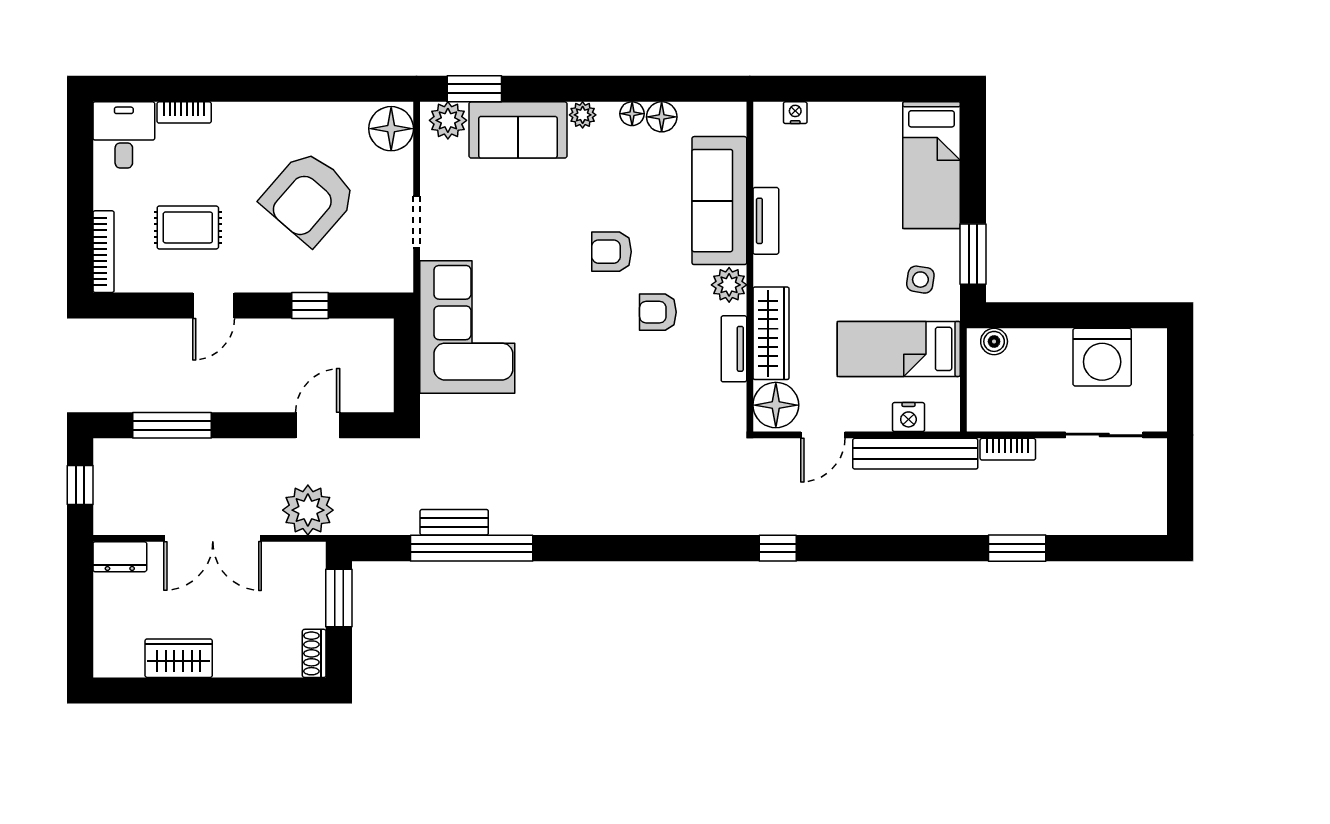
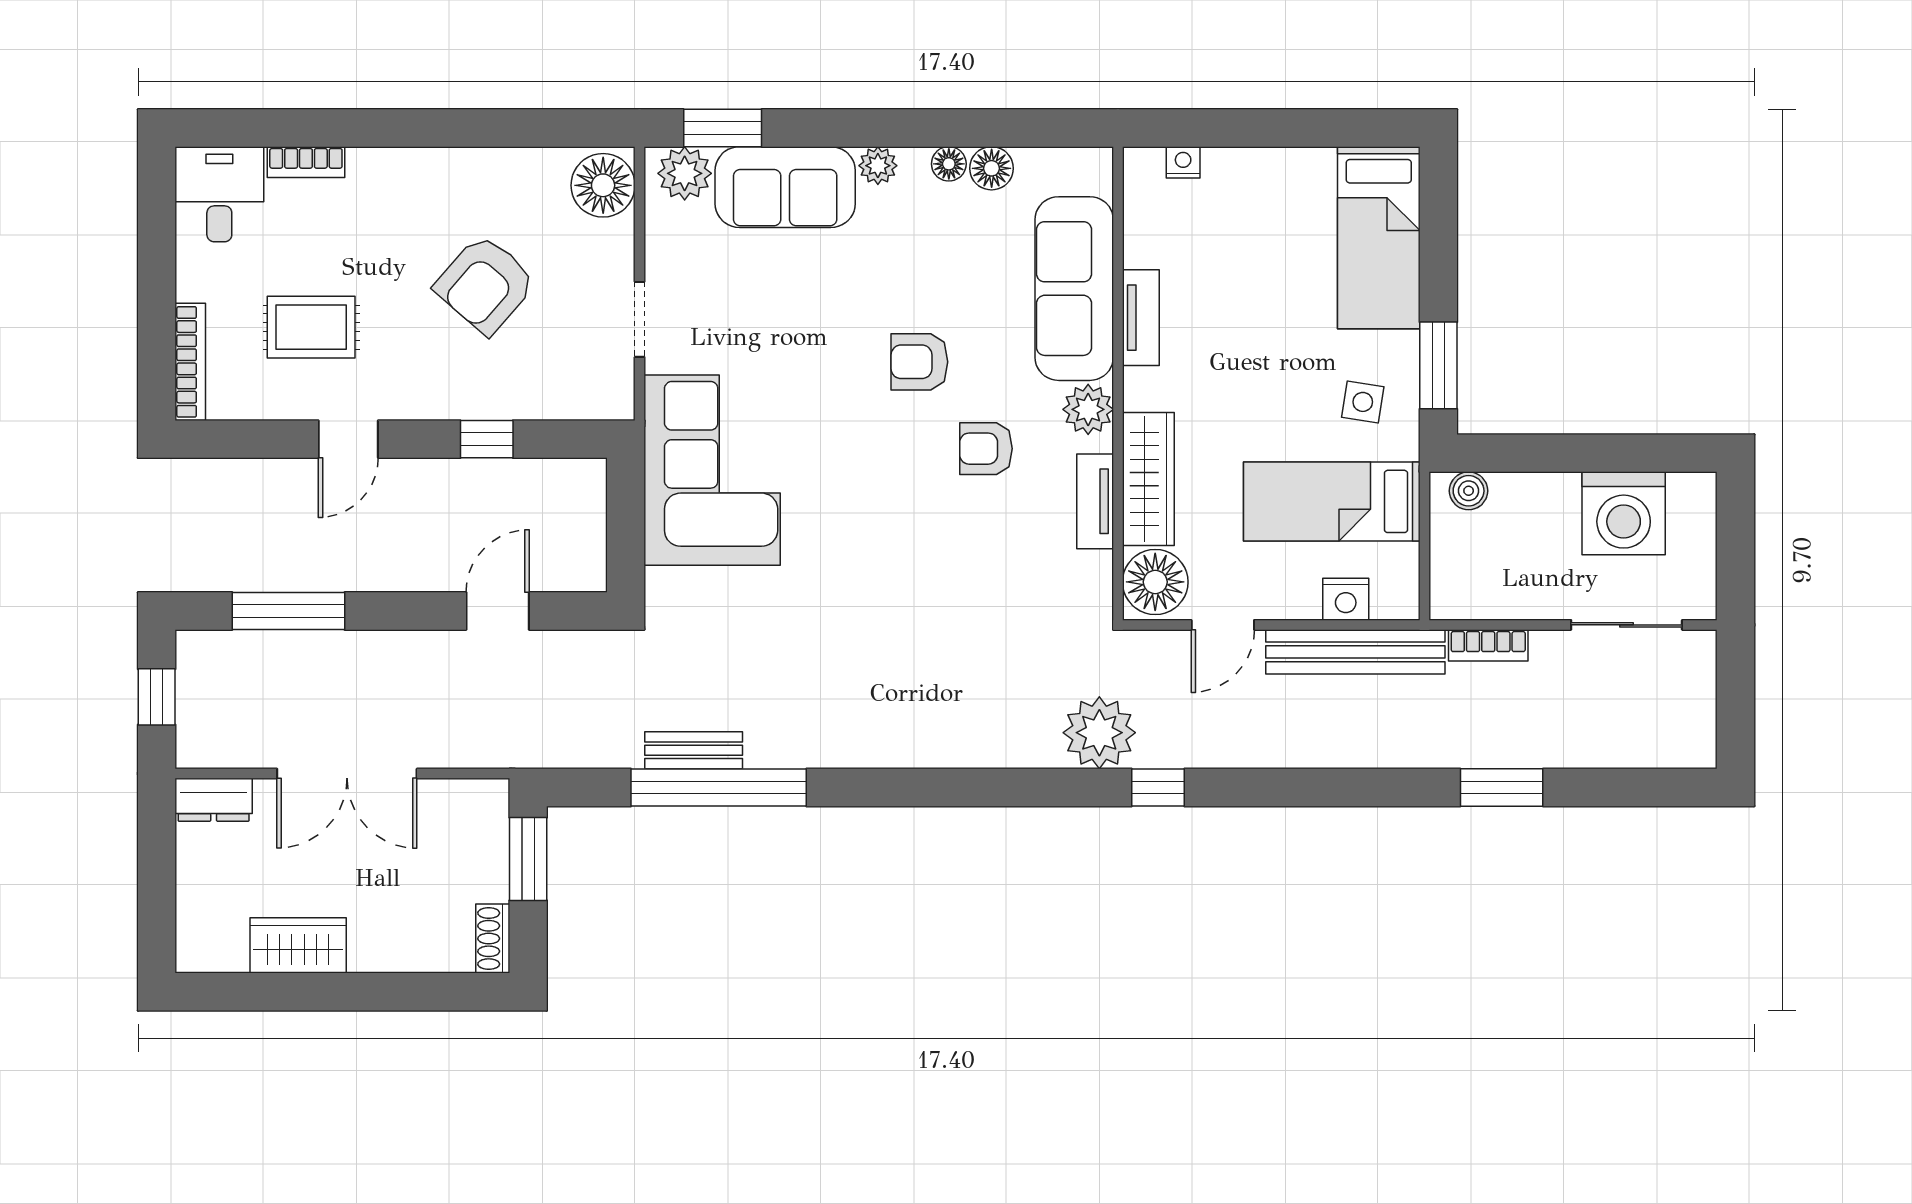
armchair: (309, 198) -> (485, 284), width x0.73, depth x0.73
plant: (308, 510) -> (1099, 733), moved

